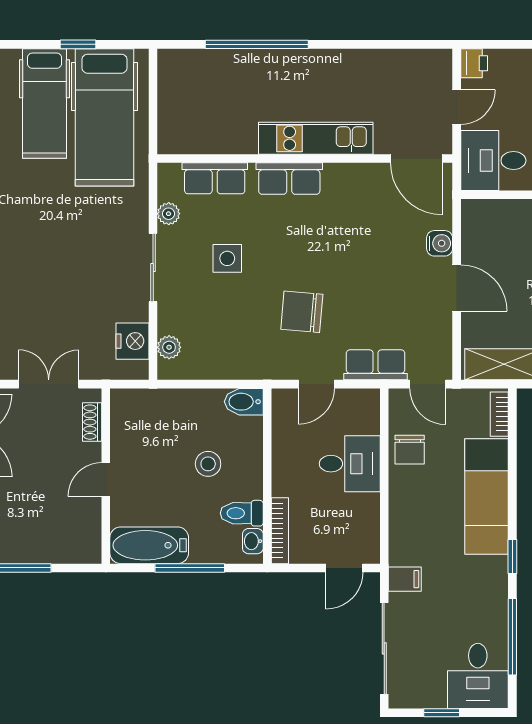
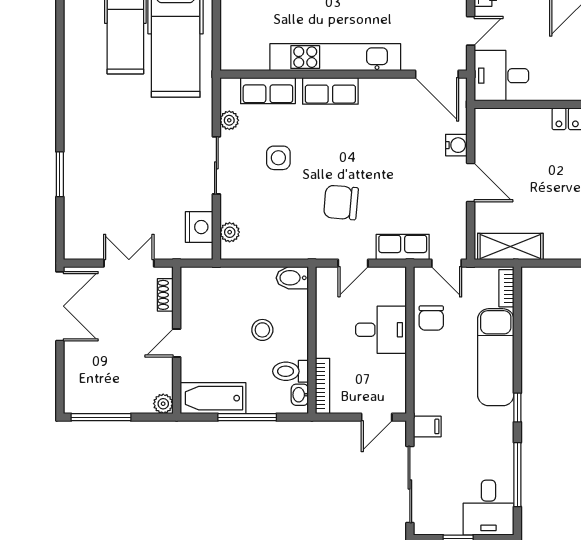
kitchen unit: (316, 138) -> (335, 57), width x1.36
plant: (90, 552) -> (163, 404), added

